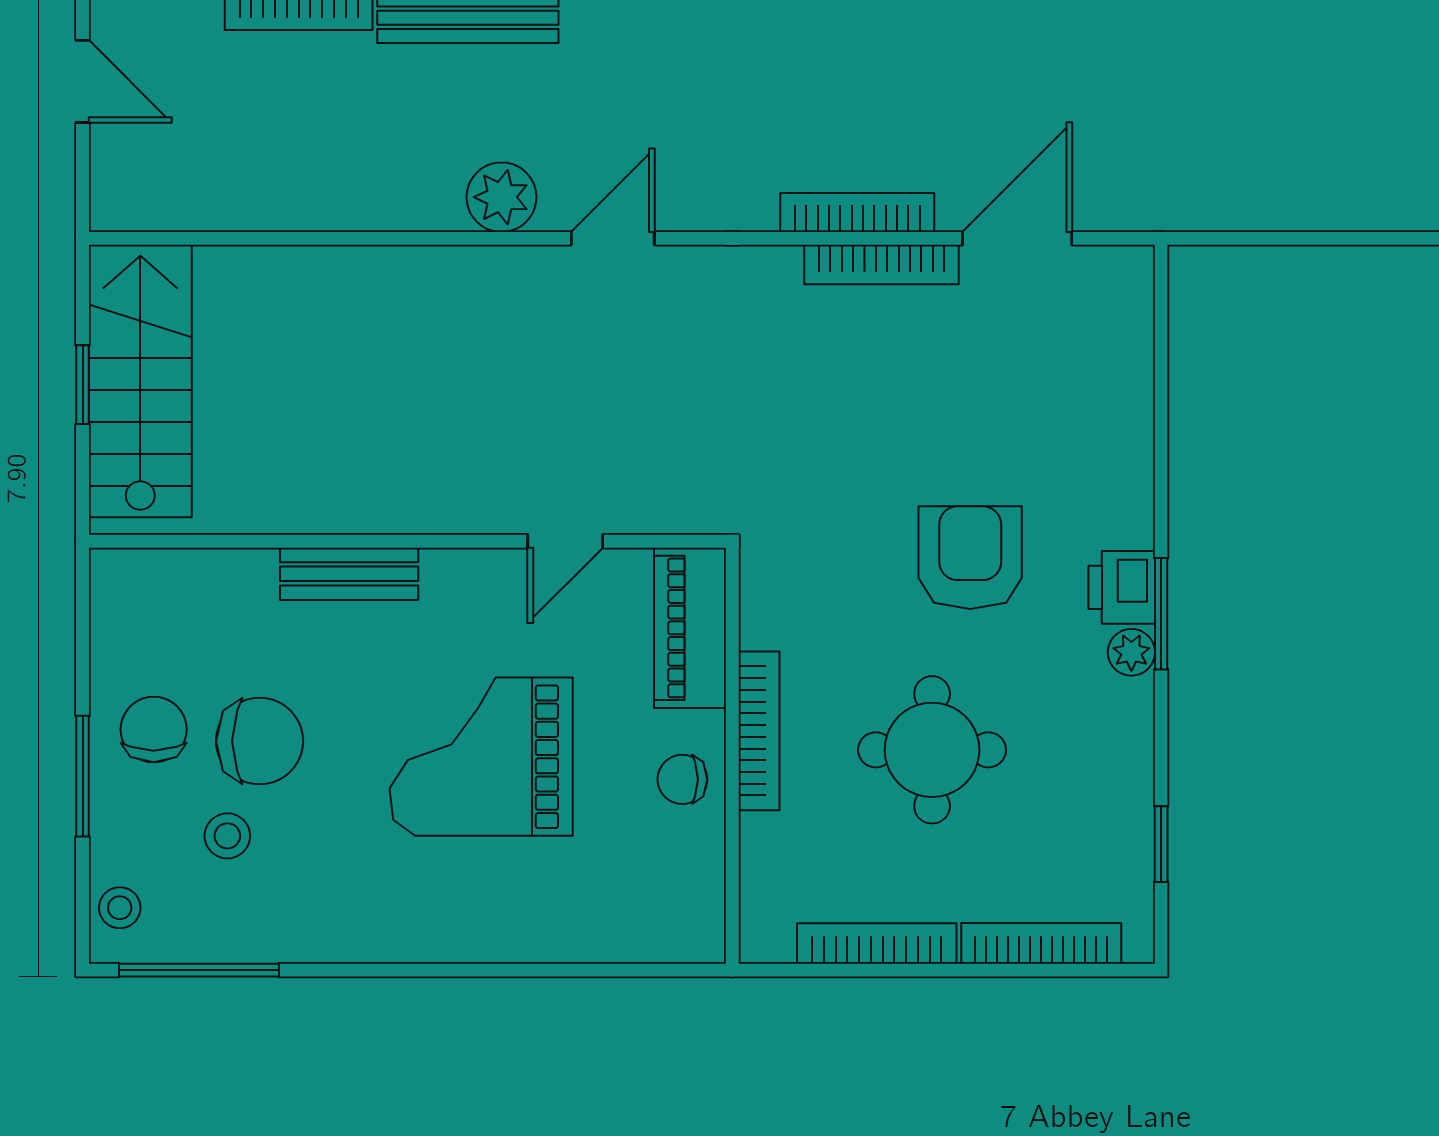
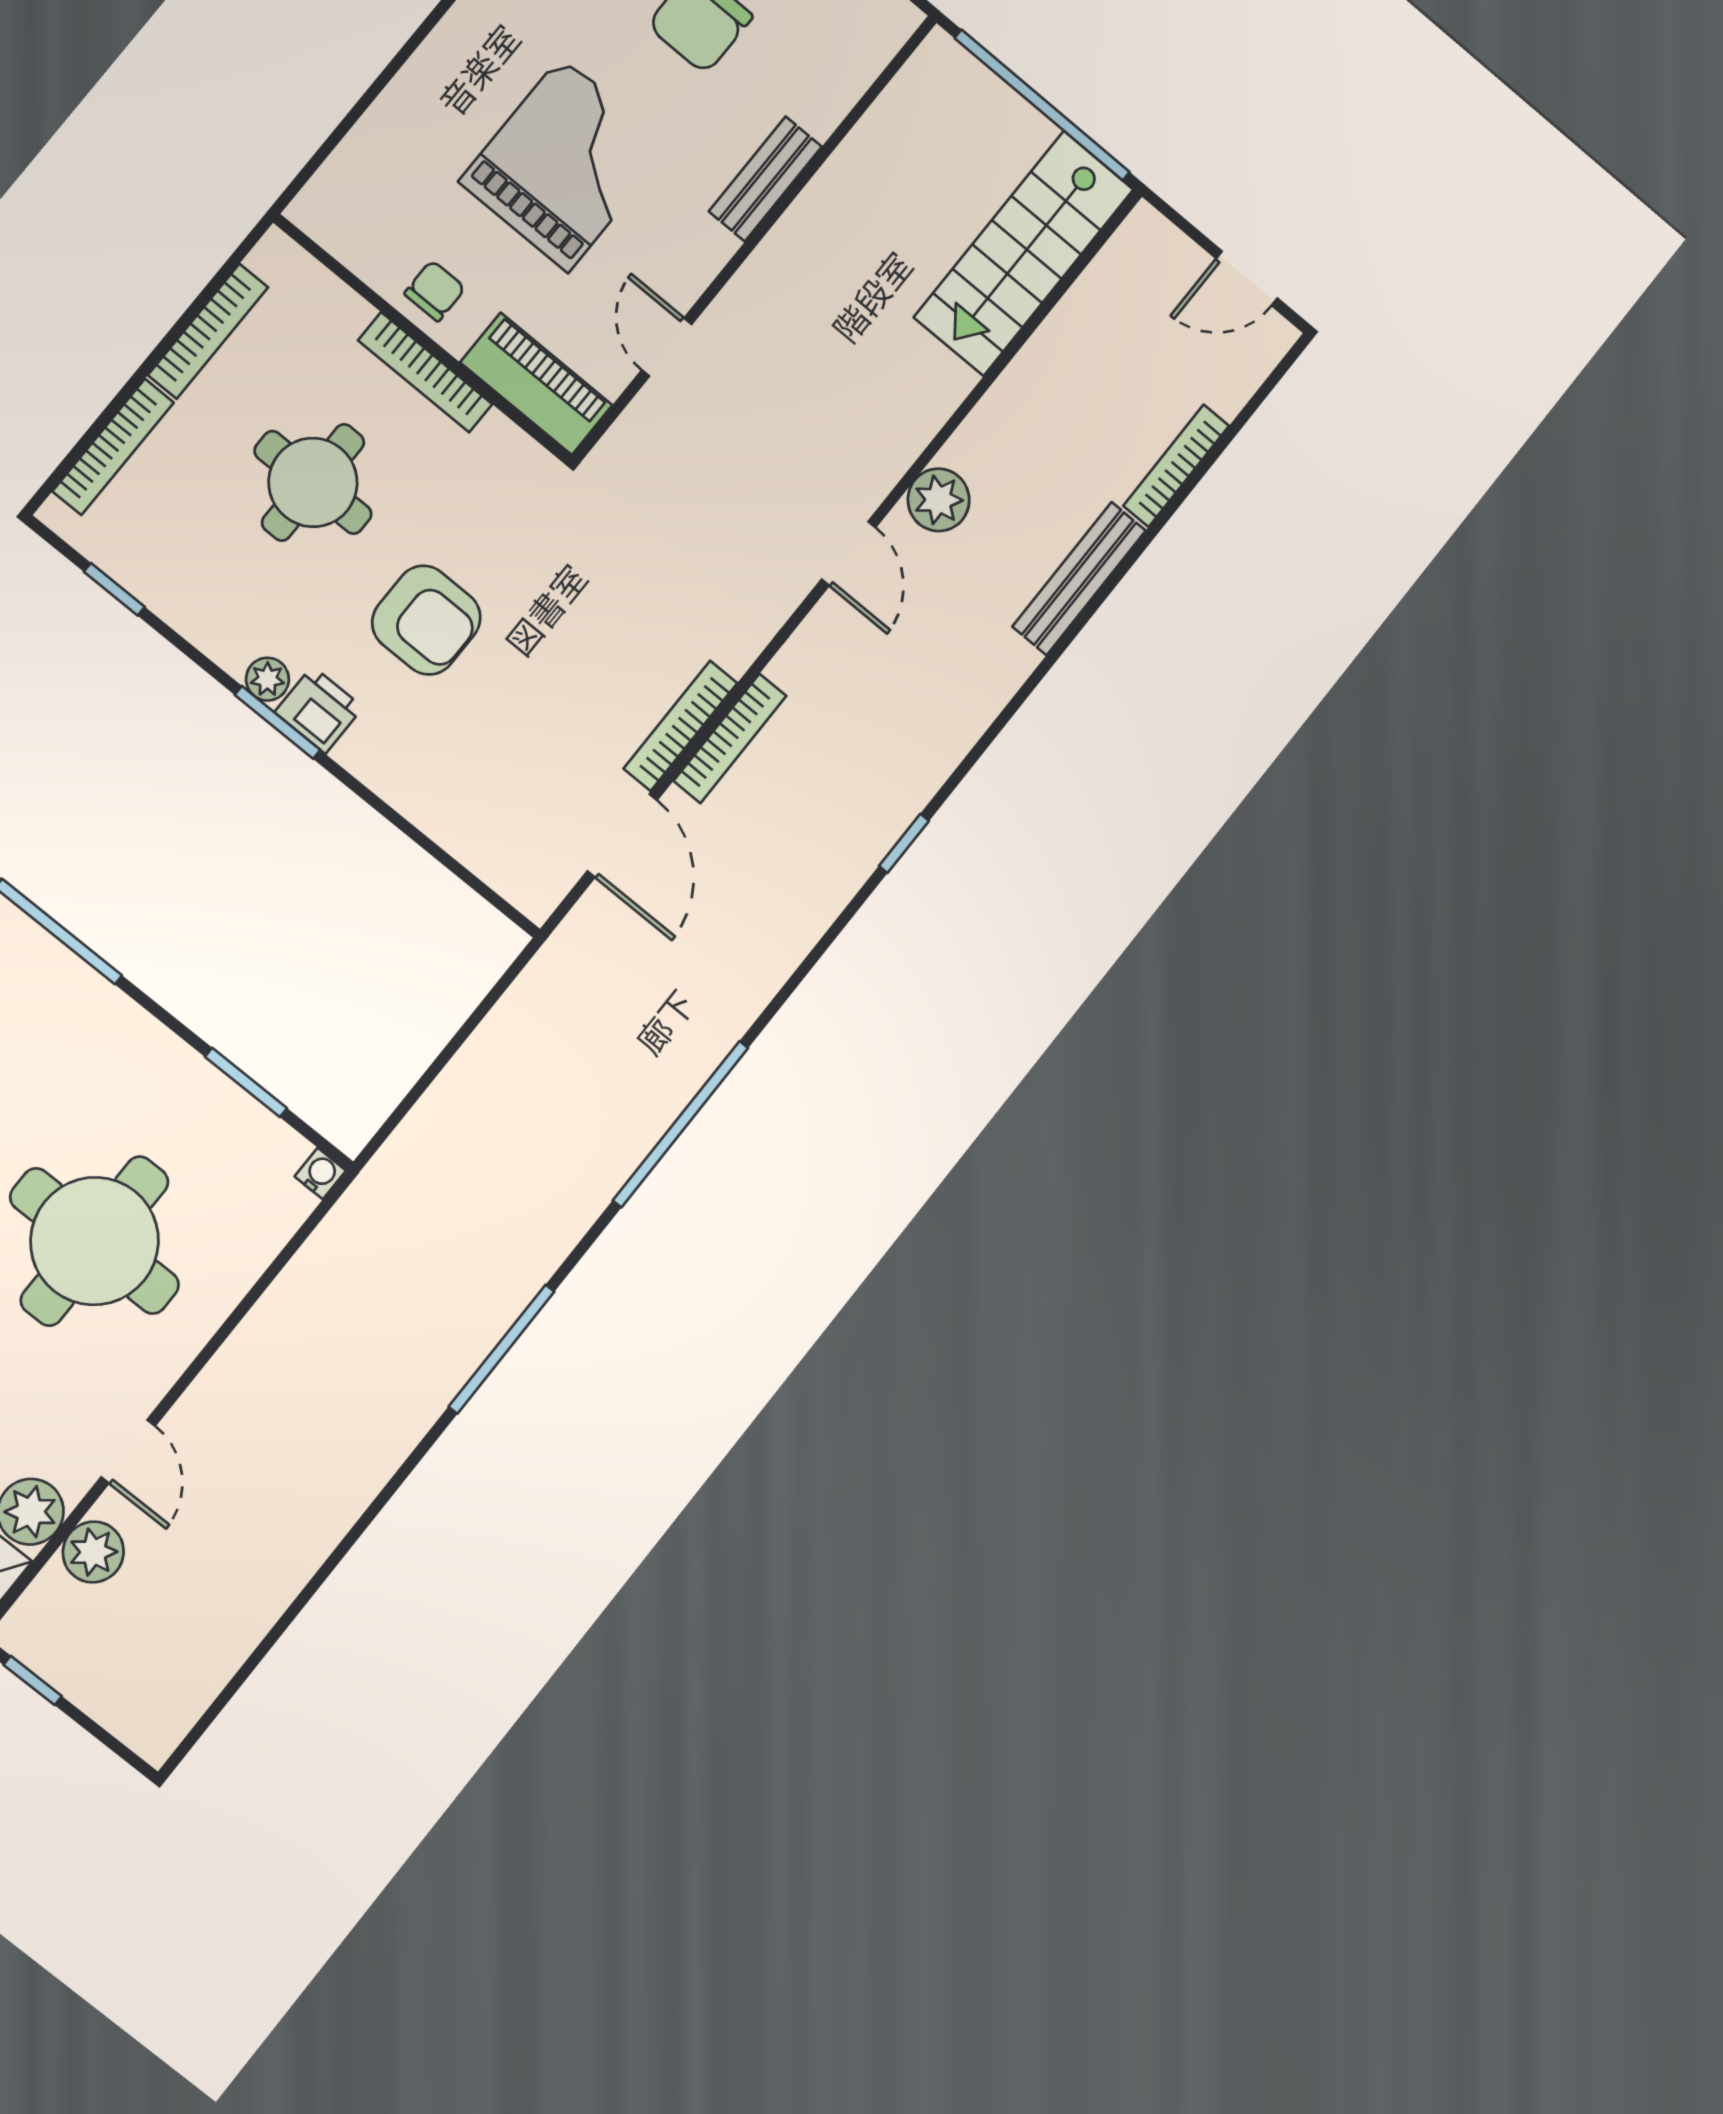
stairs: (140, 381) -> (1024, 253), moved, turned 90
window: (83, 385) -> (1042, 105), width x3.17

